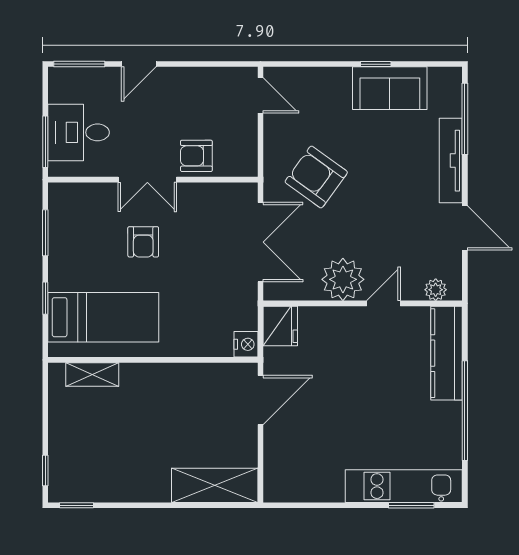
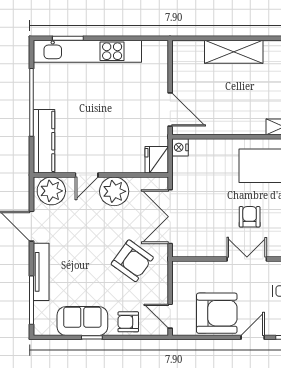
armchair: (322, 87) -> (128, 322), added
armchair: (196, 156) -> (217, 313), moved, width x1.88, depth x1.88
plant: (436, 290) -> (51, 191), width x1.88, depth x1.88
door: (260, 400) -> (170, 110), swing flipped
shelving: (215, 485) -> (234, 52), moved
kitchen unit: (404, 486) -> (87, 51), width x1.36

